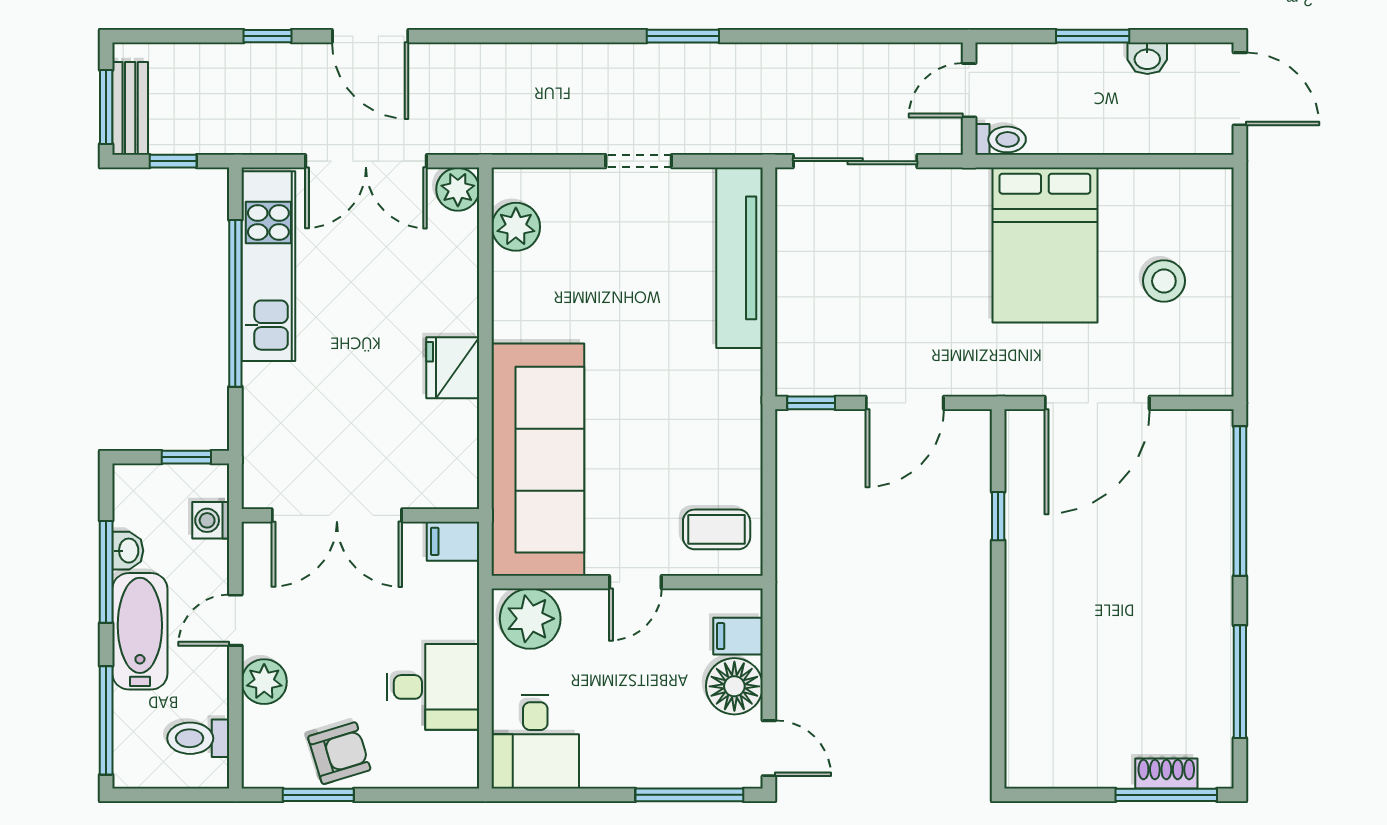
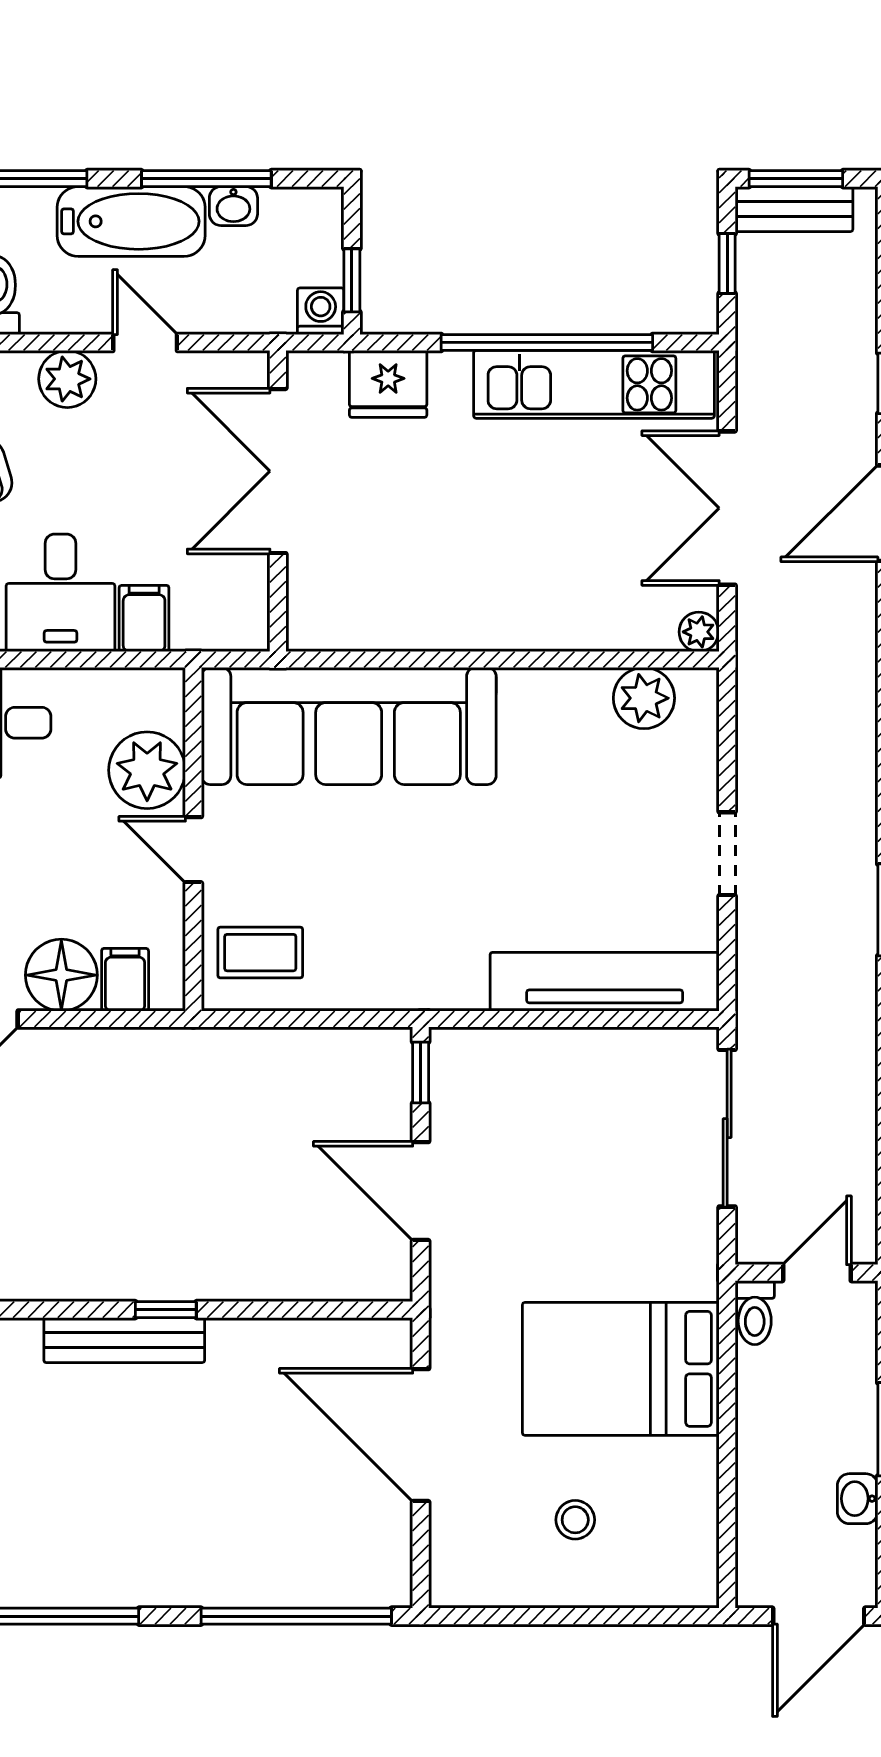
door: (969, 90) -> (817, 1273), hinge flipped
plant: (458, 189) -> (699, 632), width x0.73, depth x0.73
stool: (1164, 281) -> (575, 1520), width x0.73, depth x0.73
fridge: (453, 368) -> (388, 384), moved, turned 180
window: (998, 516) -> (166, 1310), moved
washing machine: (211, 520) -> (321, 311), moved
coffee table: (717, 529) -> (260, 953), turned 90
filing cabinet: (453, 541) -> (144, 618), moved
plant: (530, 619) -> (147, 770), moved
bench: (1022, 637) -> (124, 1340), added

